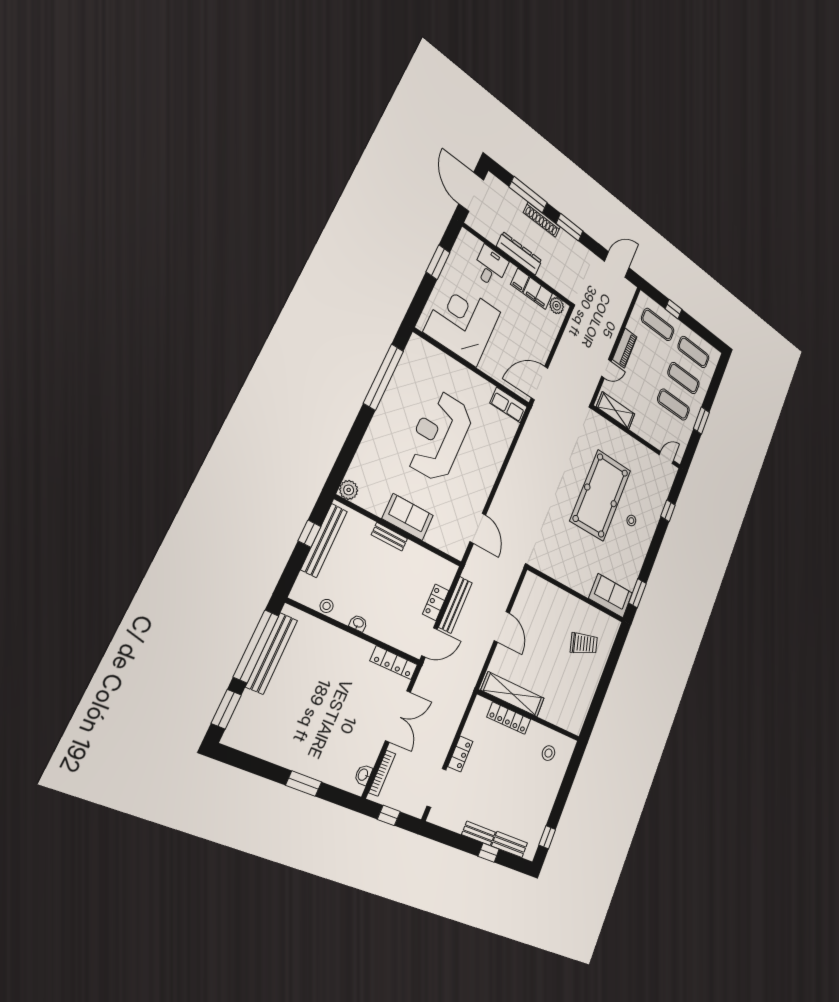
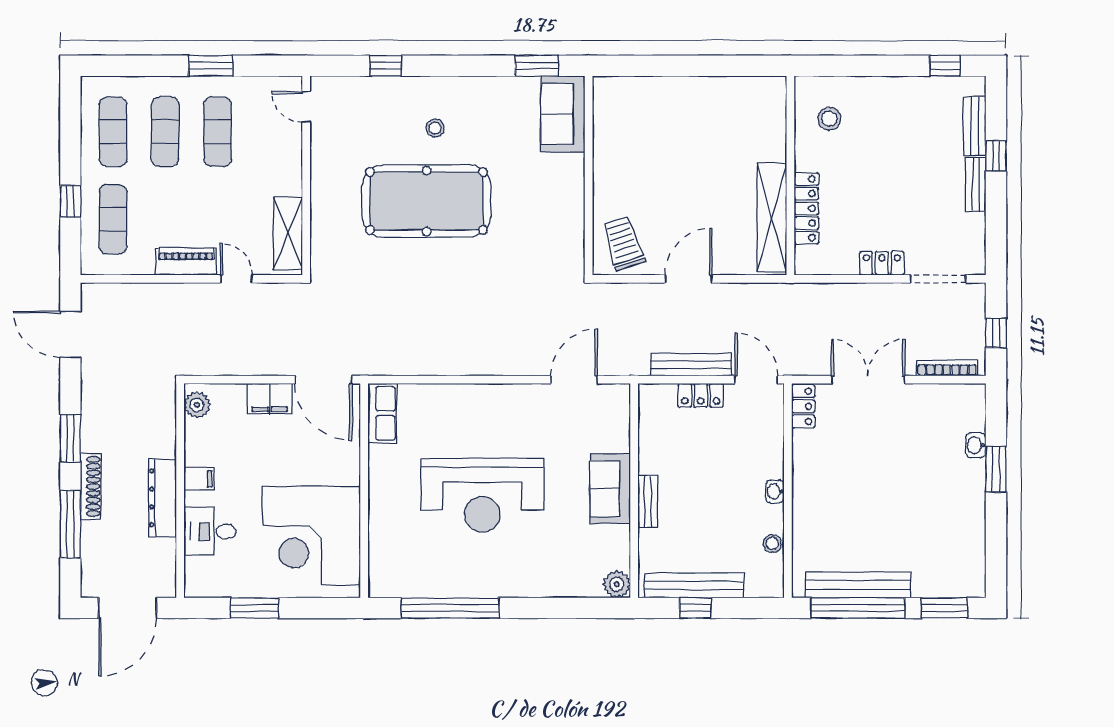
filing cabinet: (538, 293) -> (270, 399), moved, turned 90
trolley: (584, 644) -> (623, 243), moved
locker: (394, 663) -> (803, 406), width x0.66
washbasin: (363, 775) -> (976, 445), moved, turned 90

